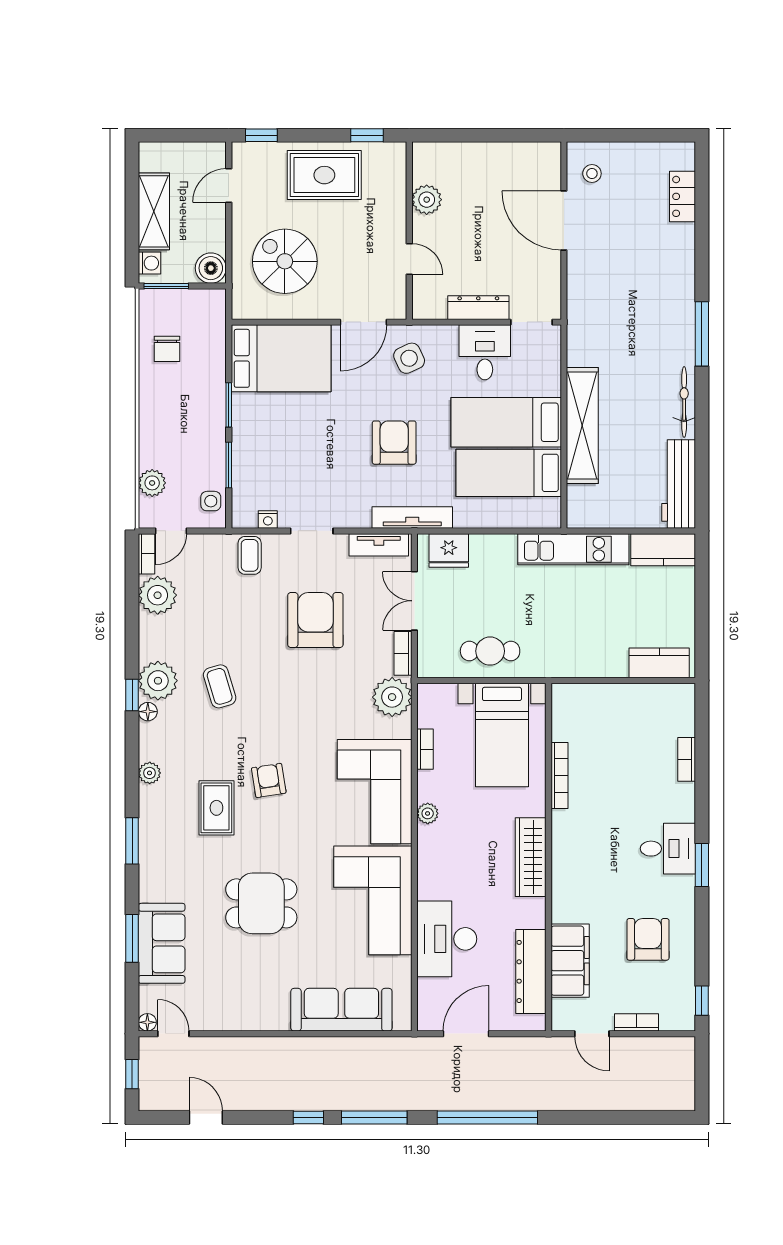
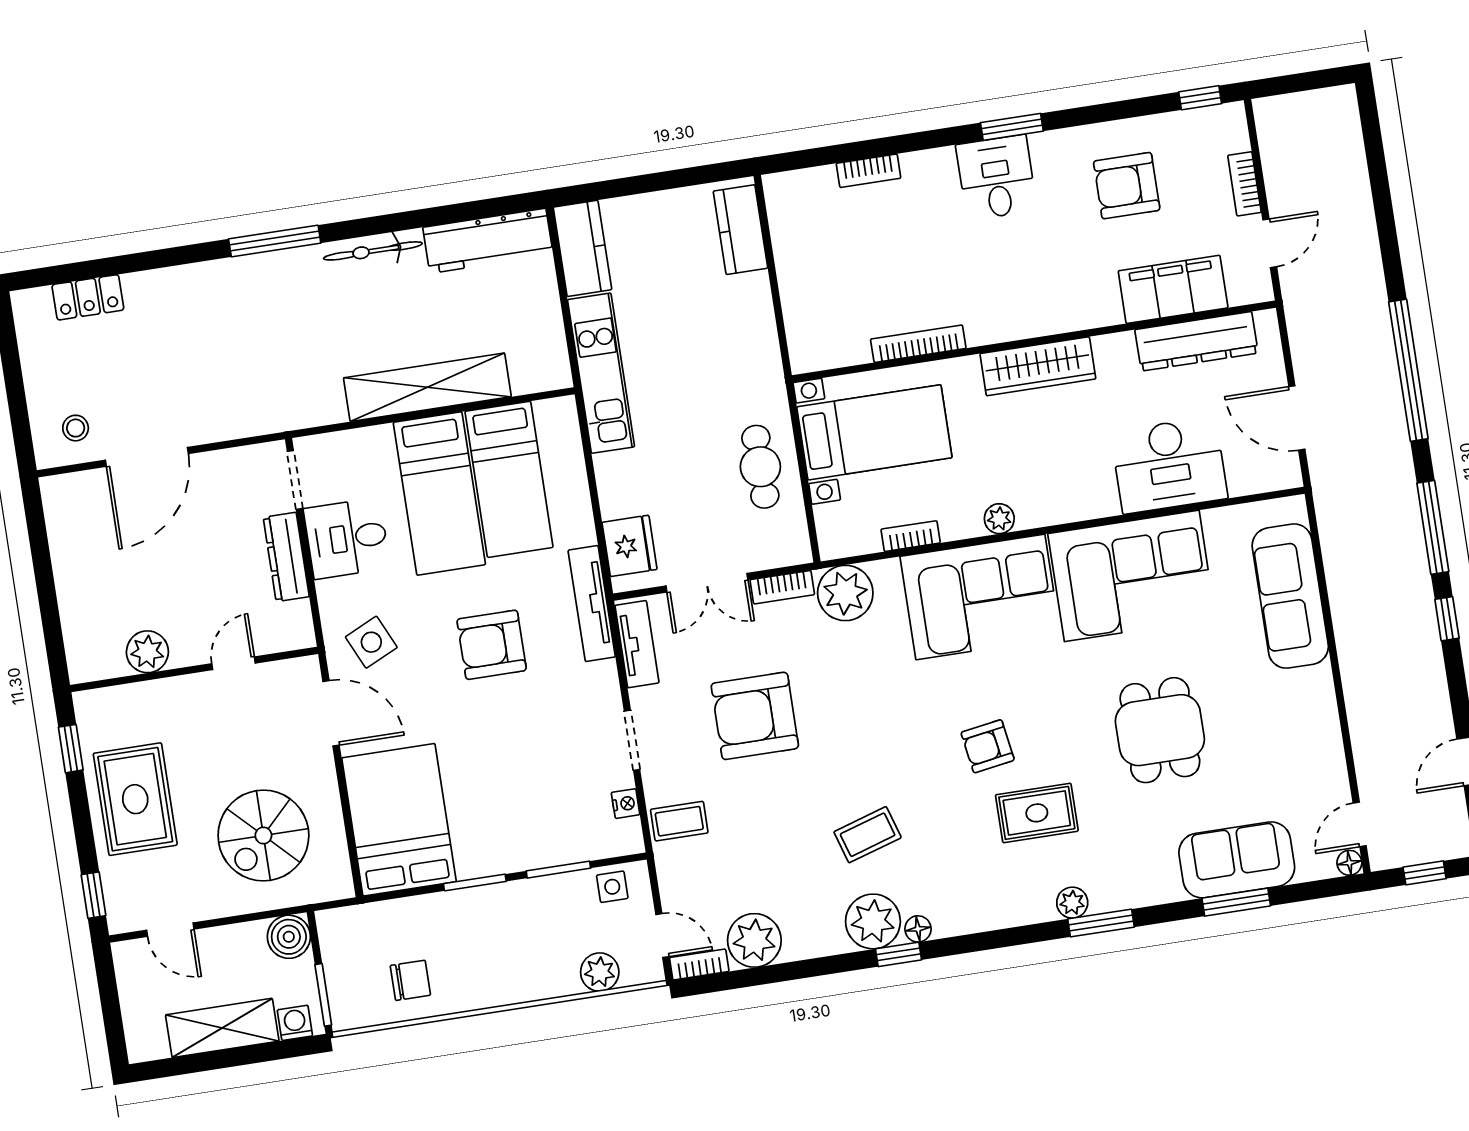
plant: (150, 773) -> (1072, 903), moved

